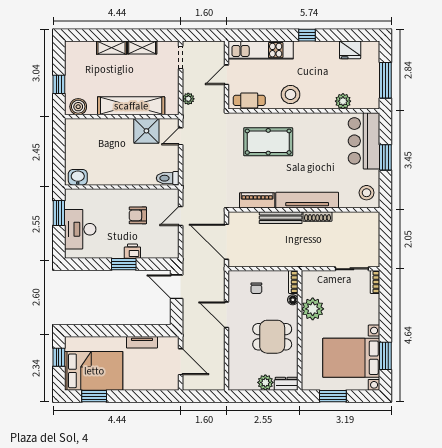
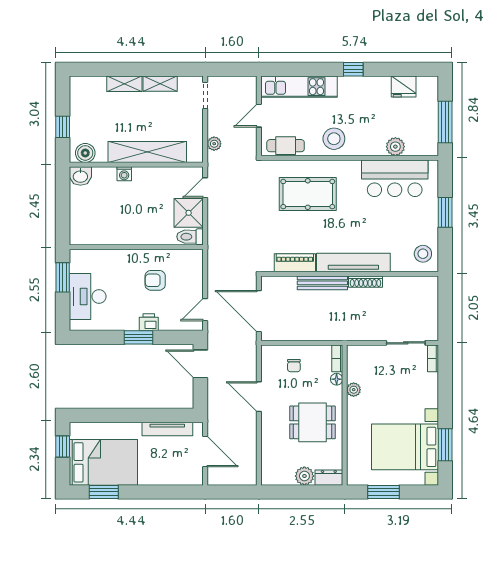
washing machine: (111, 124) -> (124, 174), added
shower: (146, 131) -> (189, 213), moved
bar counter: (364, 141) -> (395, 178), moved, turned -90
washbasin: (78, 177) -> (80, 176), moved, turned 180
door: (181, 216) -> (205, 310), moved
plant: (313, 309) -> (354, 390), width x0.53, depth x0.53
tv unit: (142, 342) -> (167, 429), width x1.41

